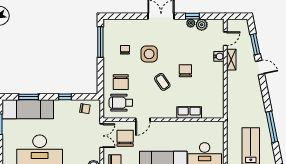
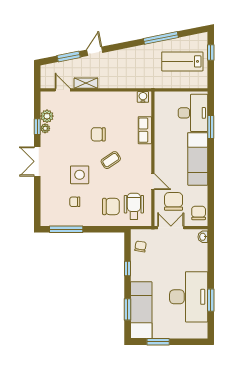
water cooler: (219, 56) -> (143, 97), moved
wheelchair: (121, 103) -> (134, 206), turned 180
chair: (125, 138) -> (174, 201), turned 90

